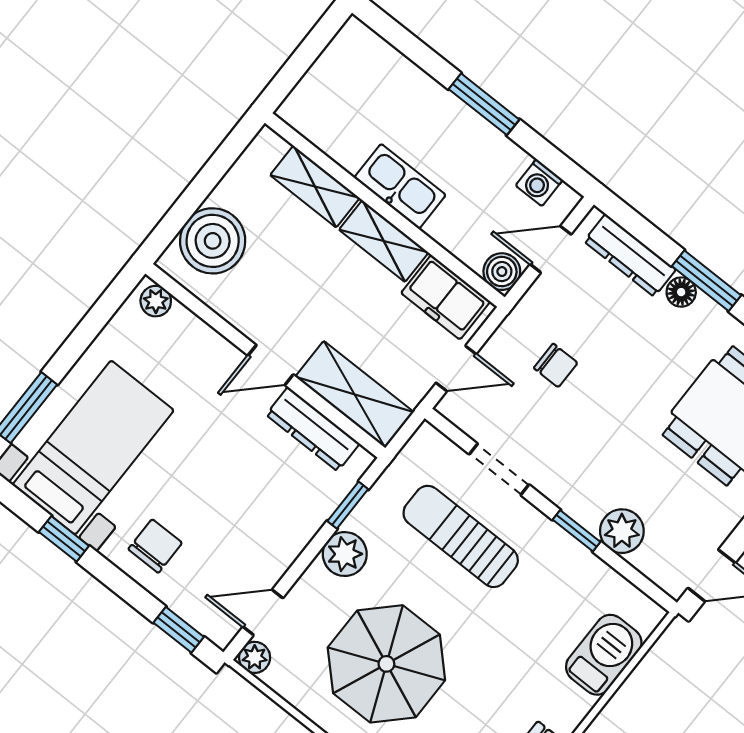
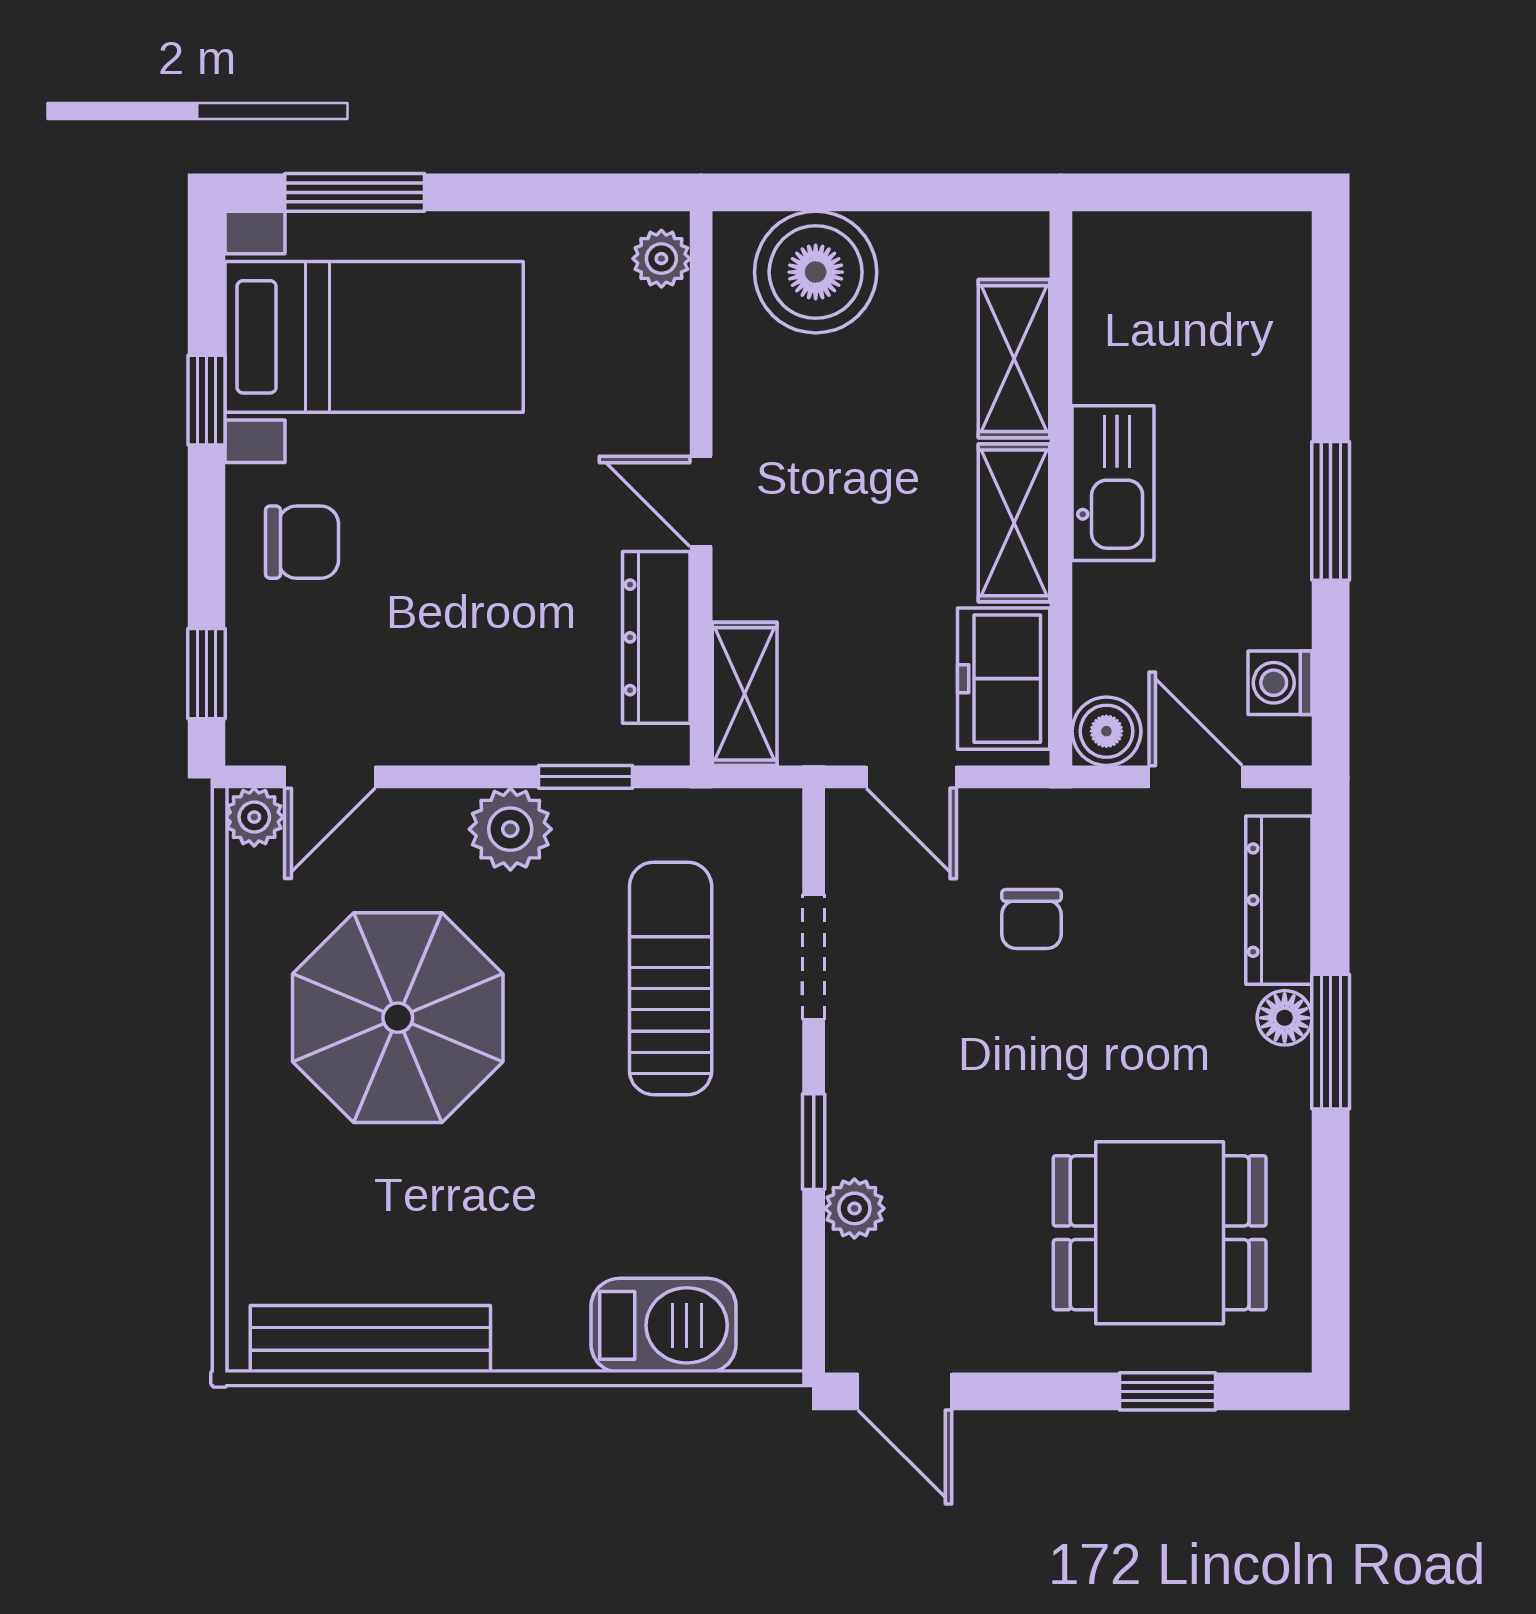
shelving: (354, 394) -> (745, 694), width x0.67, depth x0.75
plant: (622, 531) -> (854, 1208), width x0.73, depth x0.73
door: (263, 612) -> (330, 777), swing flipped

